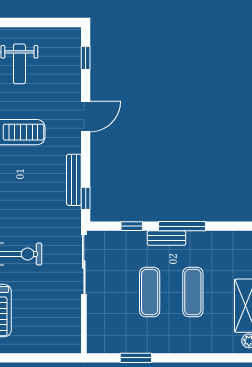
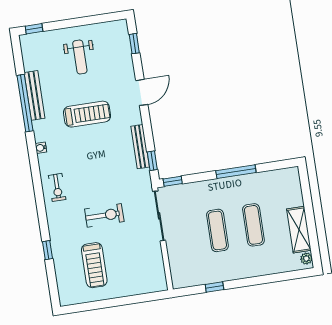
window: (132, 226) -> (173, 181), moved
bench: (167, 238) -> (225, 183), removed
window: (136, 358) -> (214, 287), width x0.67

